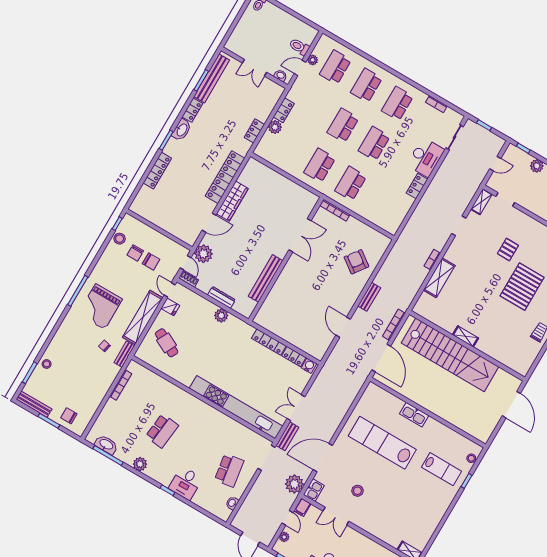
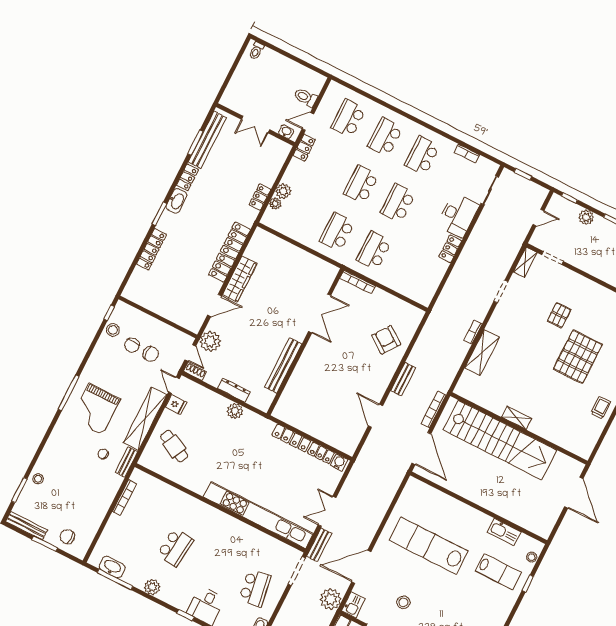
plant: (313, 60) -> (275, 203), moved
locker: (284, 110) -> (304, 148), moved
kitchen sink: (414, 415) -> (504, 532), moved

